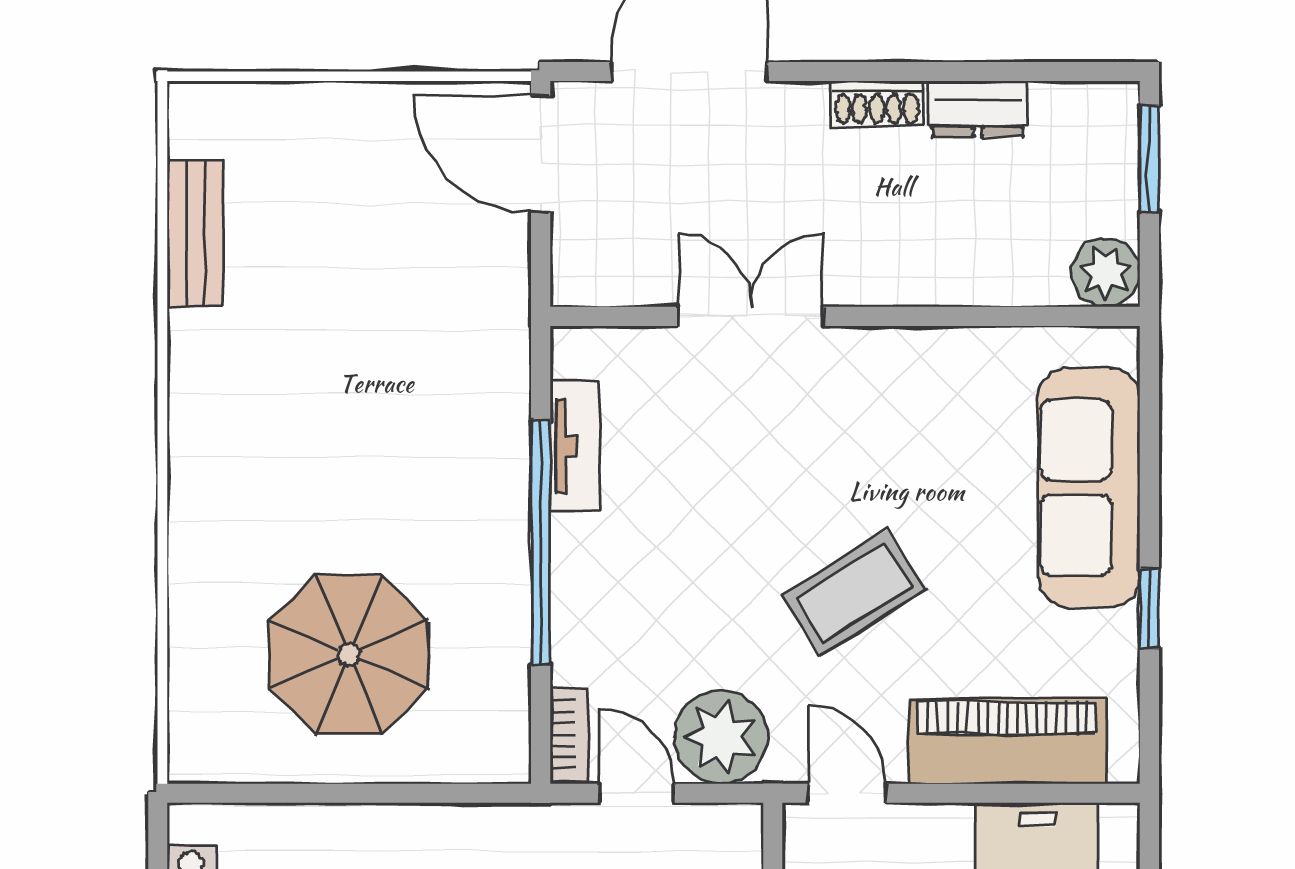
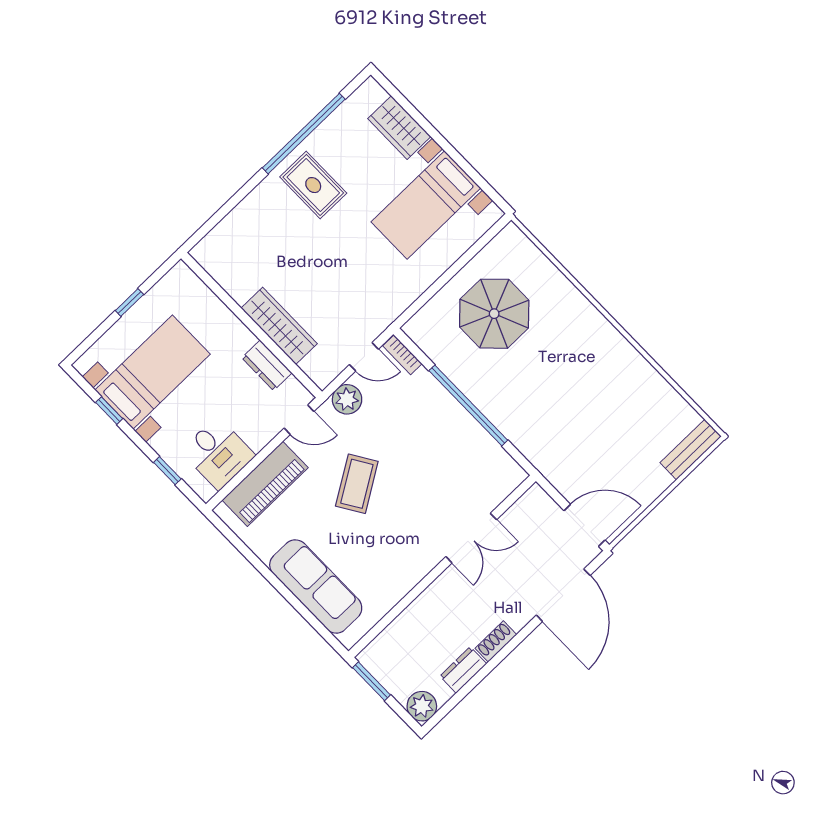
window: (1149, 159) -> (371, 681), moved
bench: (195, 233) -> (691, 450), moved, turned 90
plant: (1106, 273) -> (422, 706), moved
tv unit: (575, 446) -> (487, 446), removed
window: (1149, 608) -> (261, 567), removed
plant: (721, 737) -> (347, 399), width x0.73, depth x0.73

